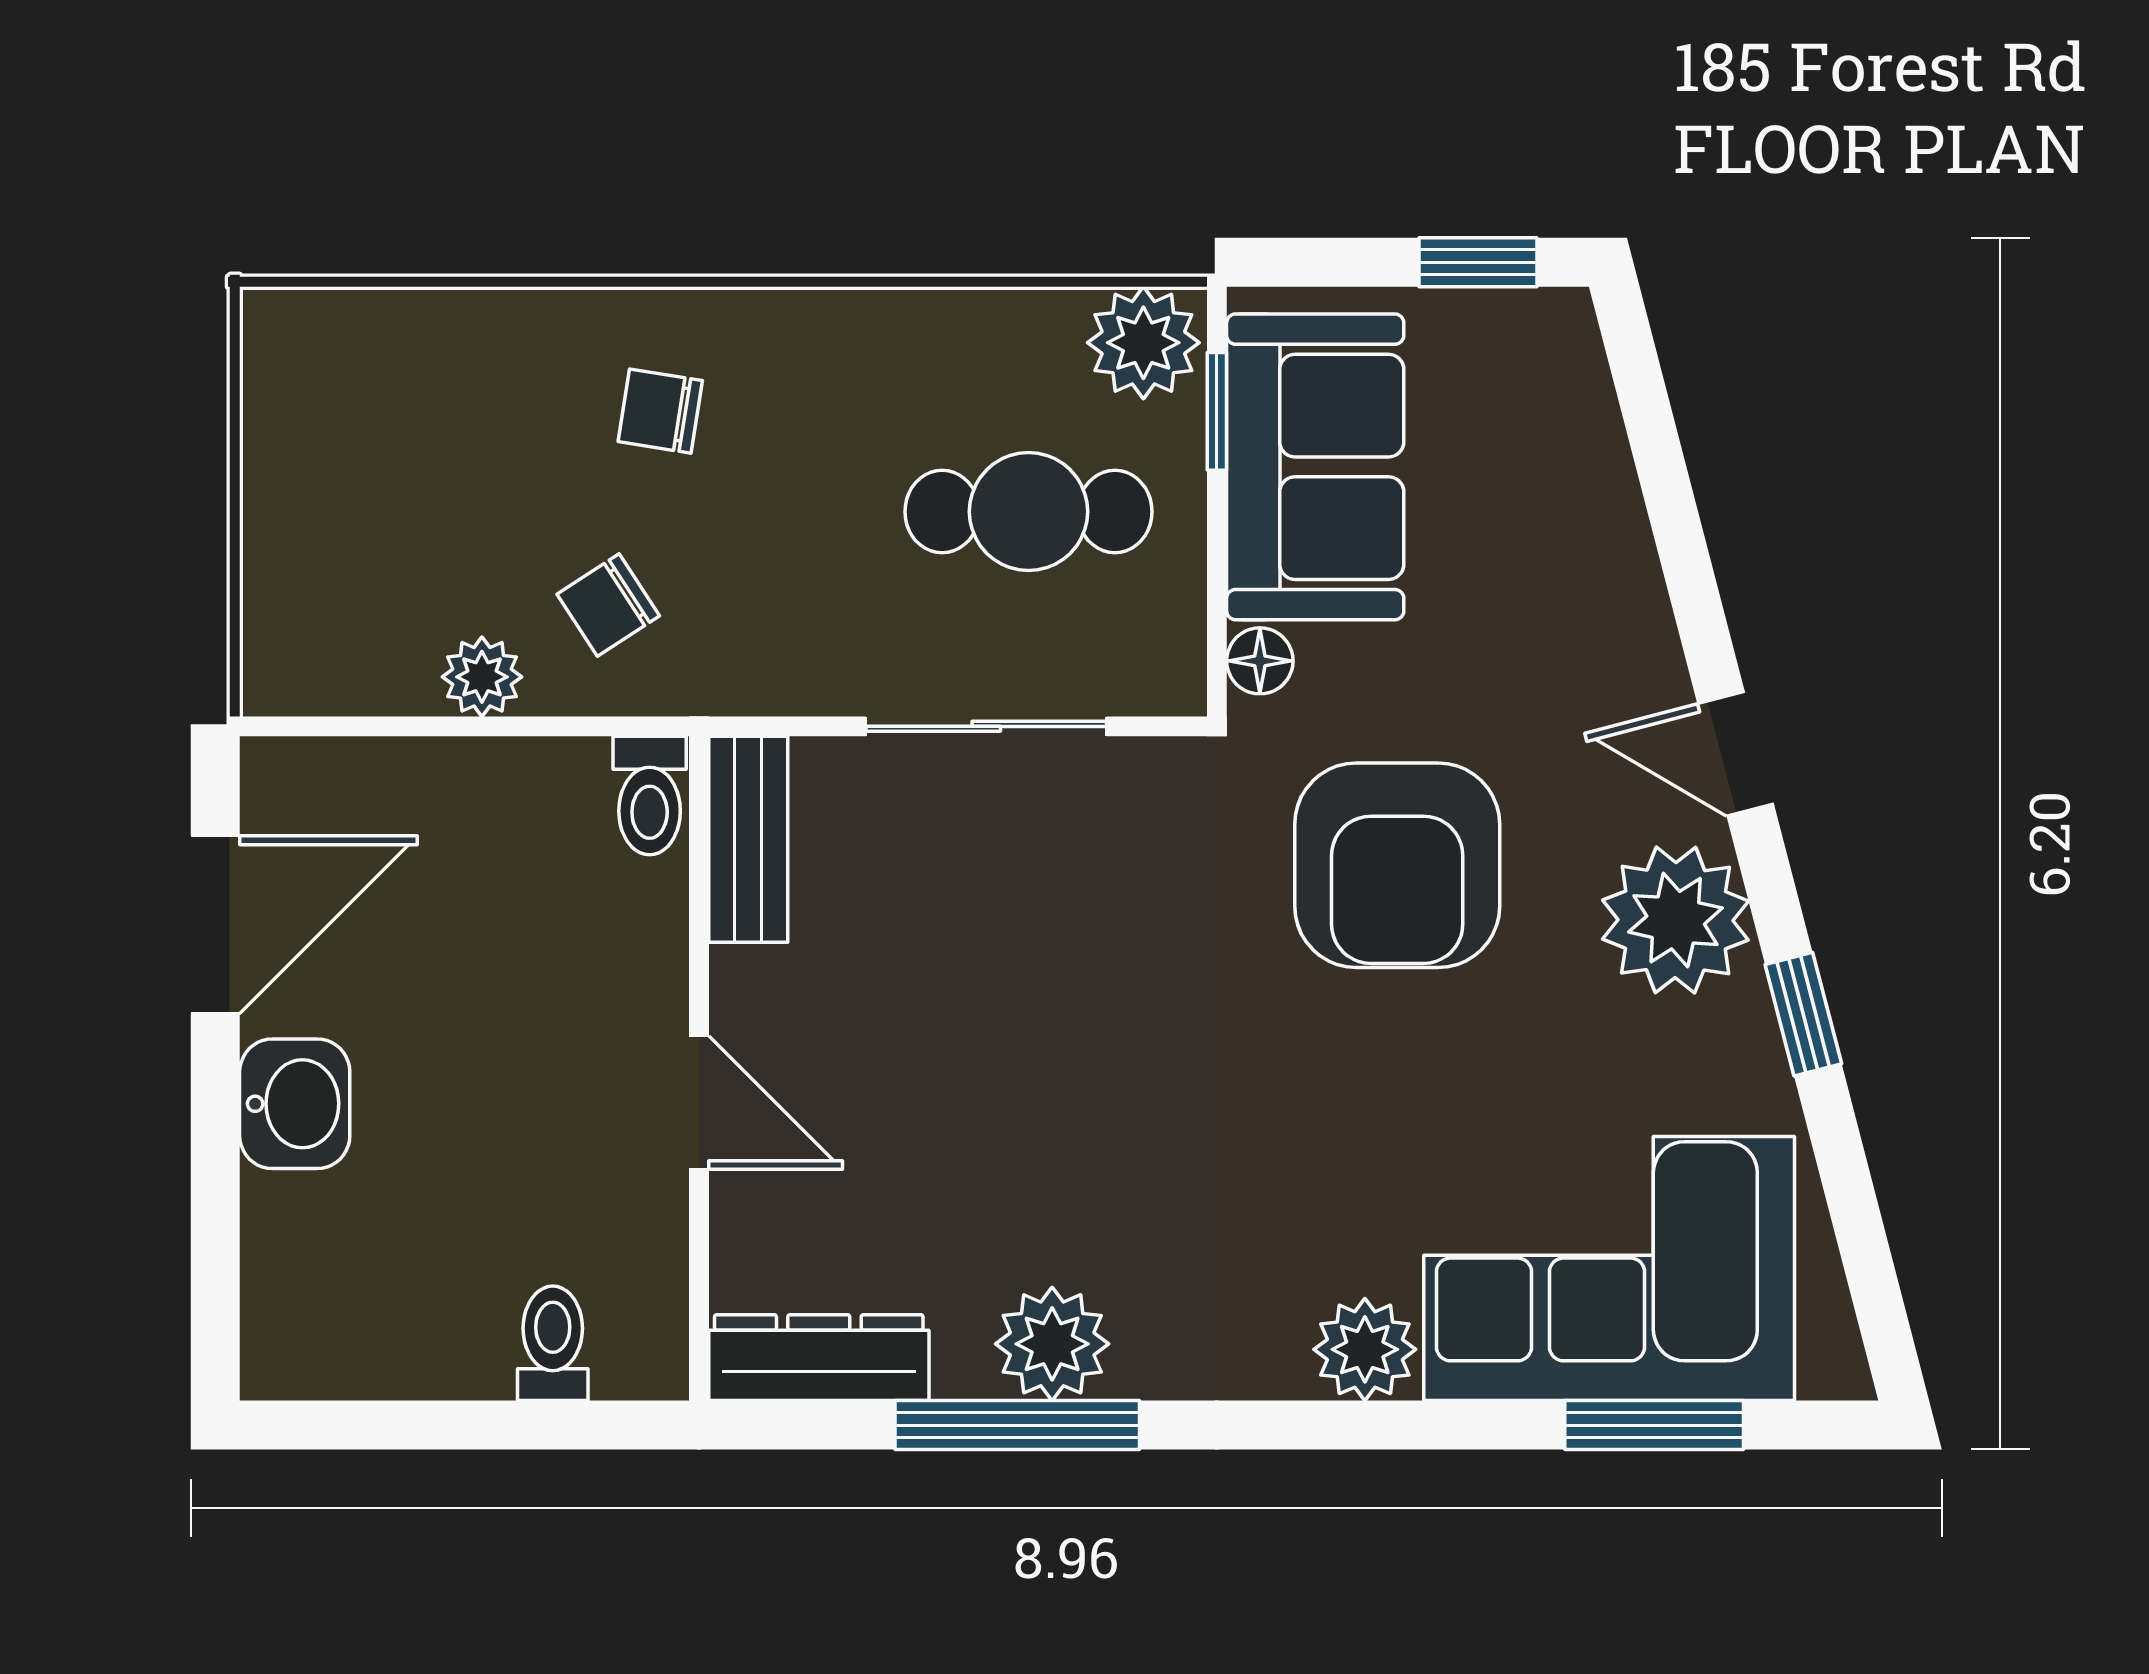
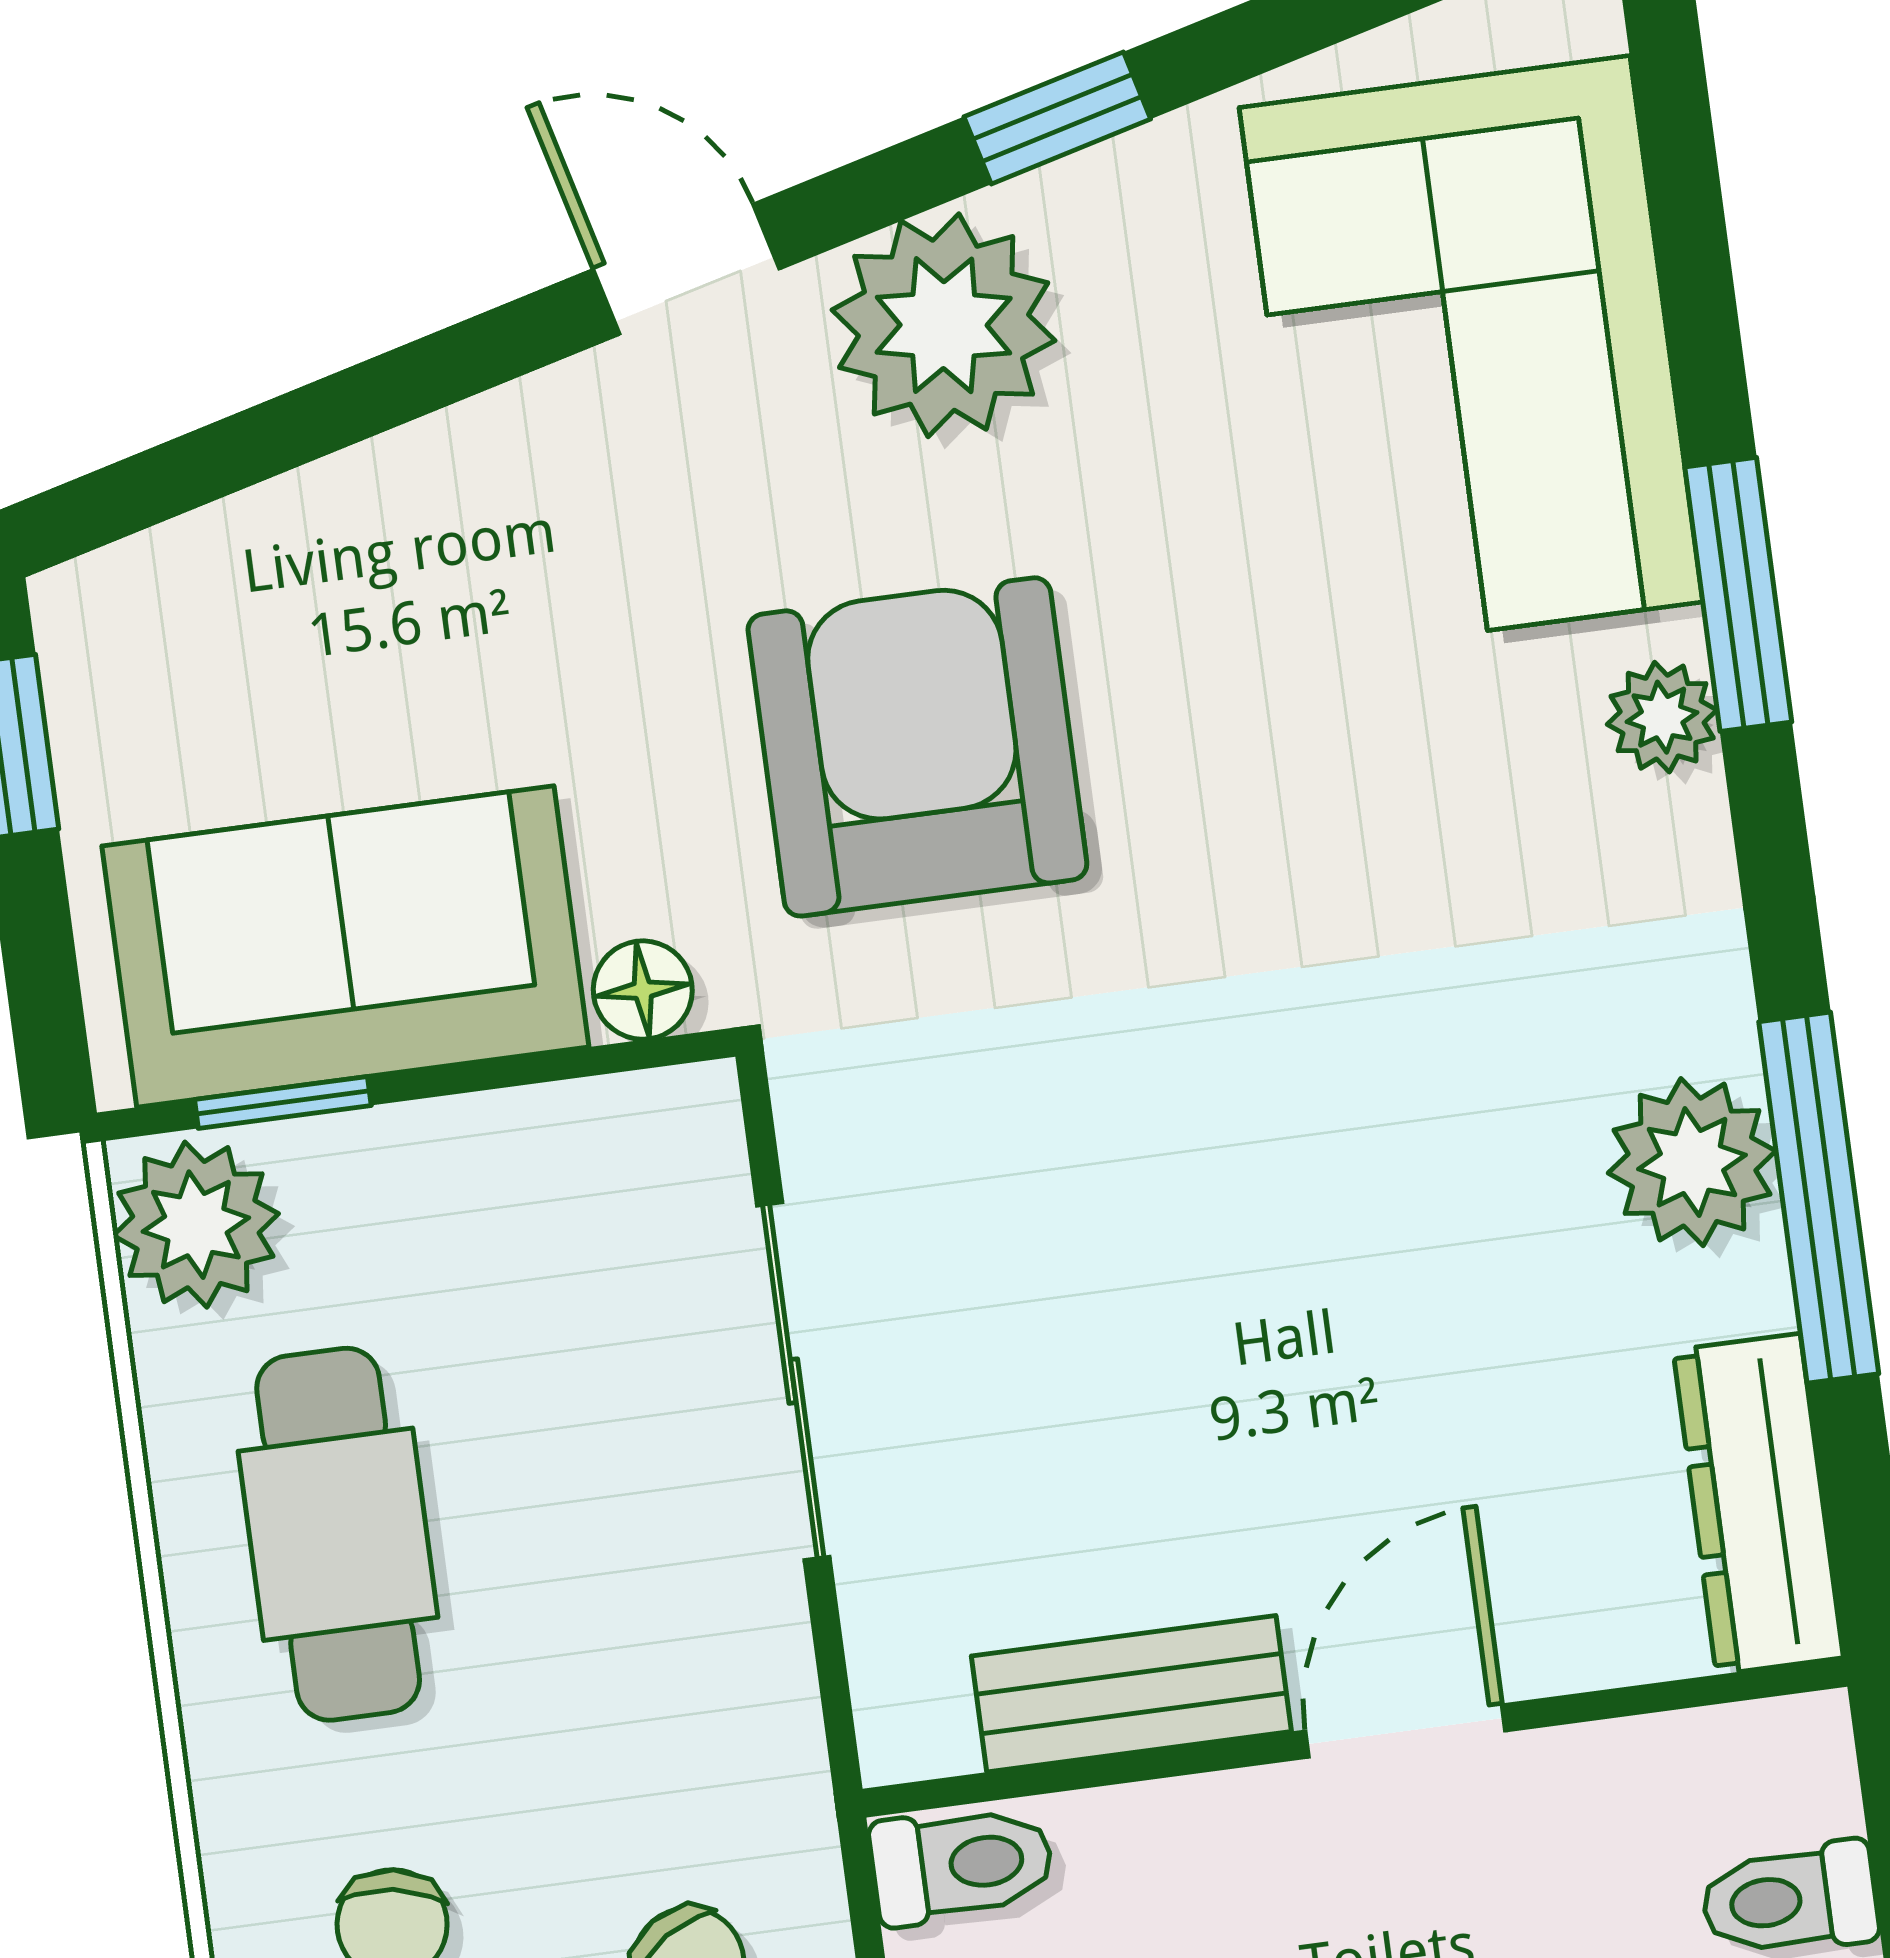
cafe table: (1028, 512) -> (338, 1534), moved
door: (1736, 754) -> (686, 269), swing flipped
bench: (748, 839) -> (1131, 1694), moved
armchair: (1397, 865) -> (917, 747), turned -90
plant: (1365, 1349) -> (1662, 717), width x0.73, depth x0.73
window: (1654, 1425) -> (1738, 594), moved

